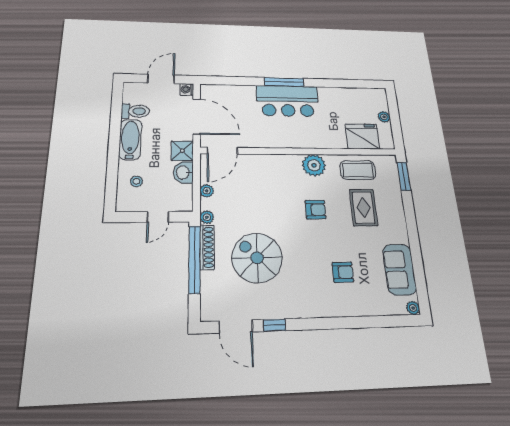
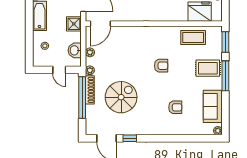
plant: (314, 165) -> (163, 34), removed
washbasin: (183, 172) -> (75, 50), moved
rug: (363, 208) -> (208, 68), moved, turned 90
door: (158, 217) -> (59, 70), hinge flipped
window: (411, 224) -> (225, 76), added
spiral stairs: (257, 258) -> (121, 97), turned 90

